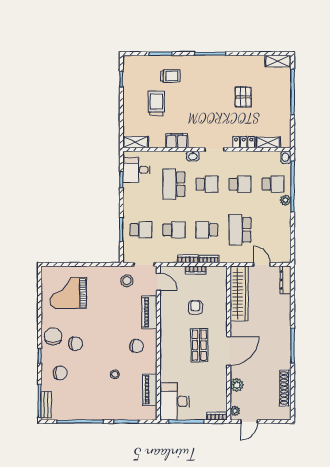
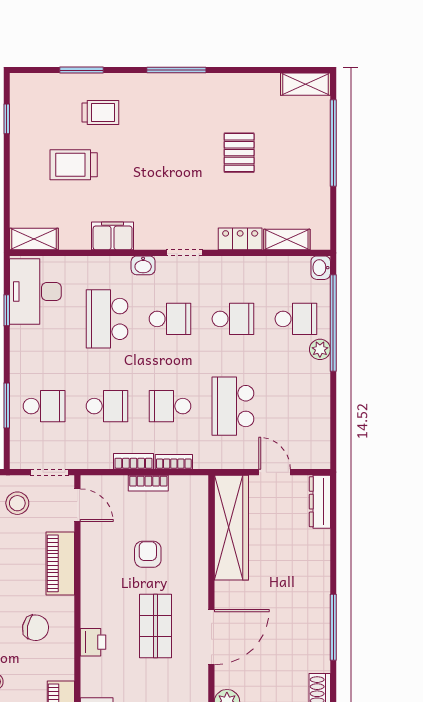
trolley: (156, 103) -> (74, 165), turned -90
desk: (136, 170) -> (35, 292), width x1.37
printer: (167, 354) -> (93, 642), added

